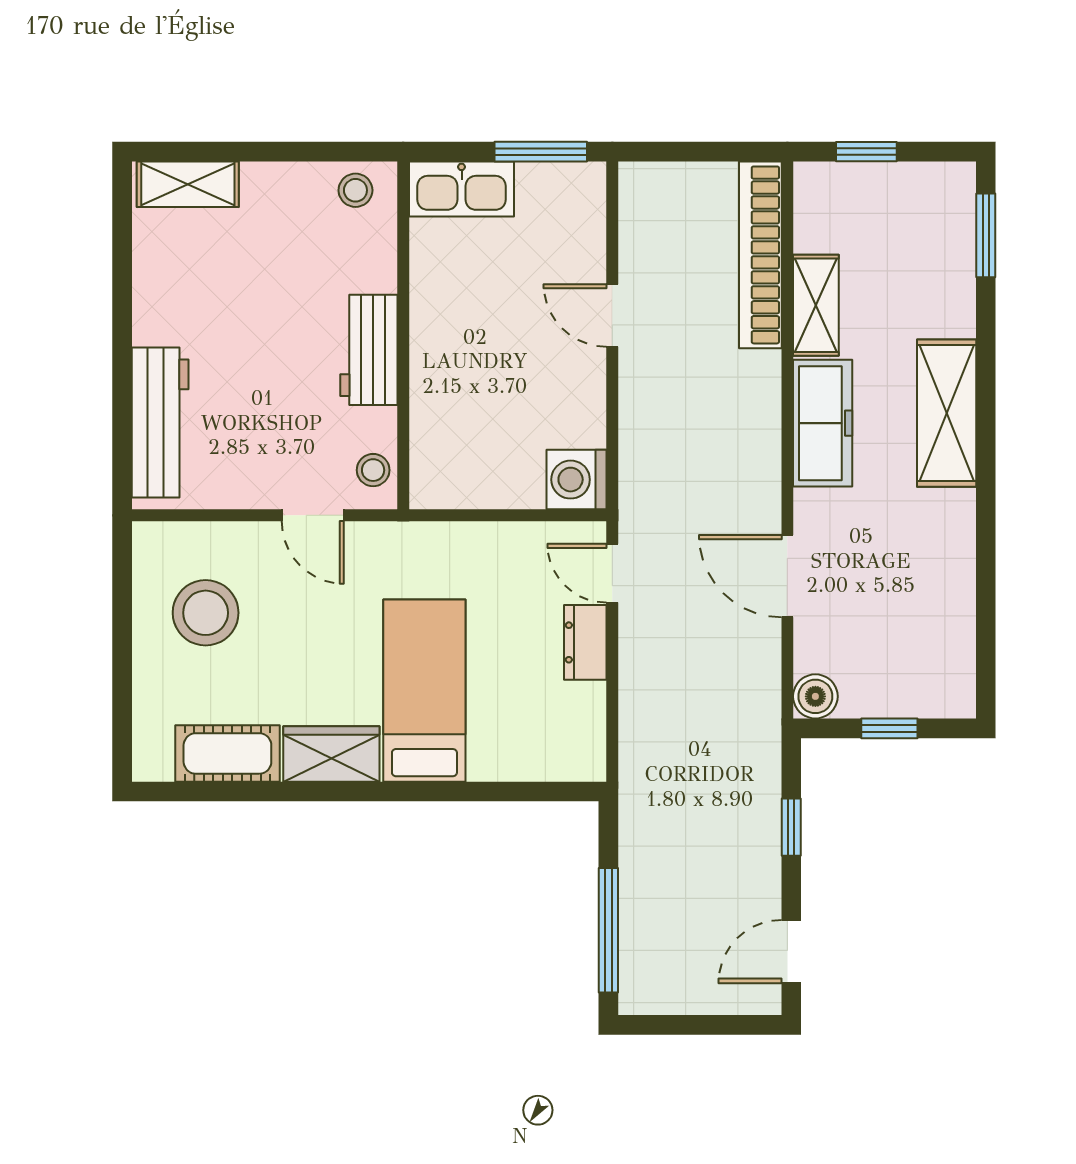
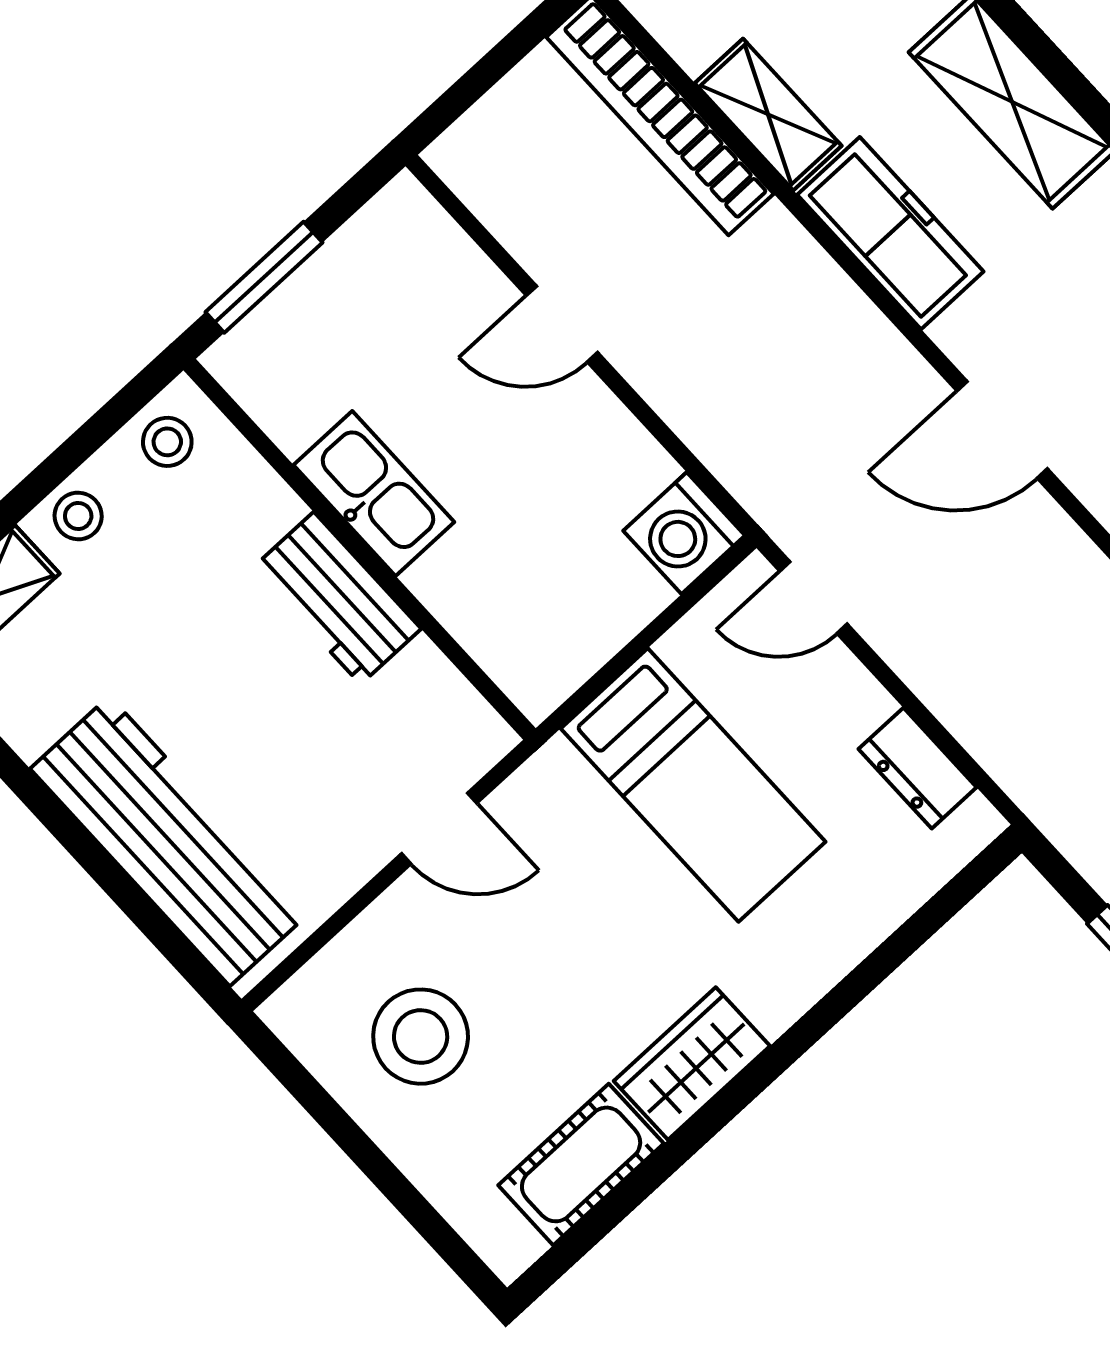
window: (541, 152) -> (264, 277), moved
kitchen sink: (462, 189) -> (374, 494), moved, turned -90
workbench: (160, 422) -> (170, 841), width x1.36, depth x1.32
stool: (373, 470) -> (78, 516), moved
dresser: (585, 642) -> (918, 768), moved
bed: (424, 691) -> (693, 785), moved, turned 180

